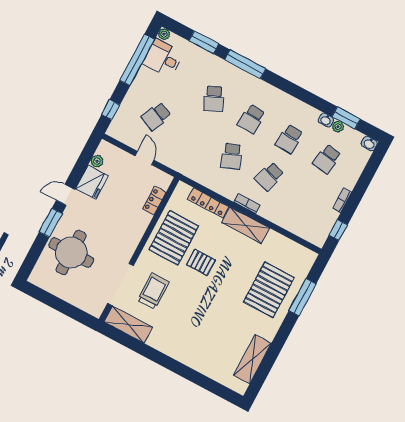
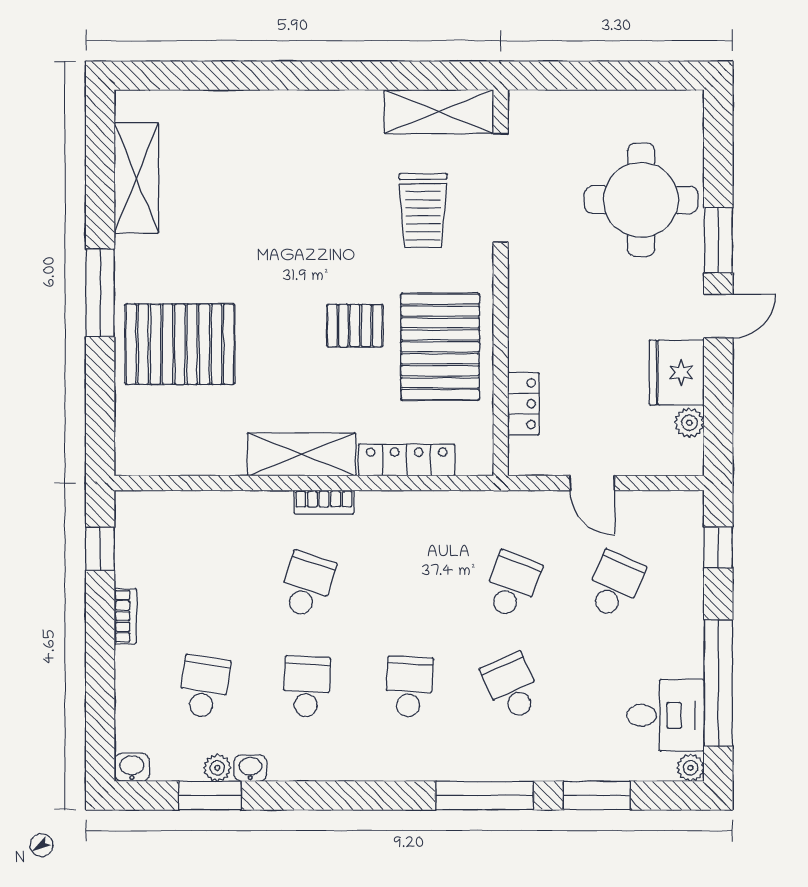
school desk: (232, 156) -> (512, 585), moved, turned 42
pallet: (269, 290) -> (180, 344), turned 90
window: (303, 297) -> (100, 293), moved

